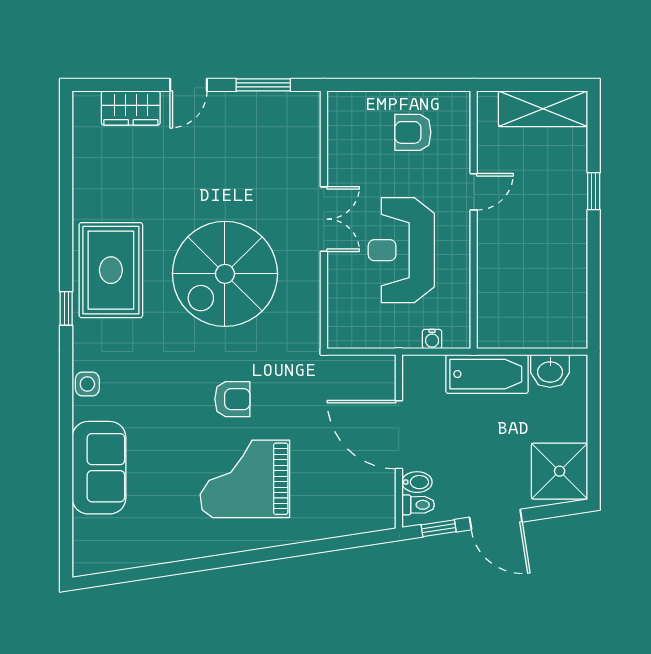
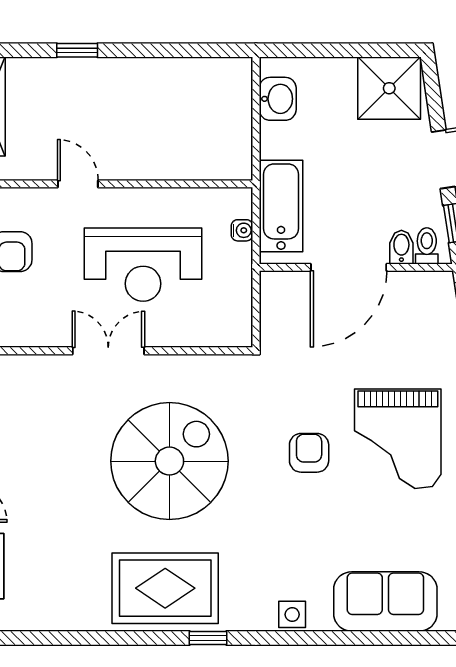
spiral stairs: (225, 274) -> (169, 461), turned -90
bathtub: (487, 374) -> (281, 206), moved

